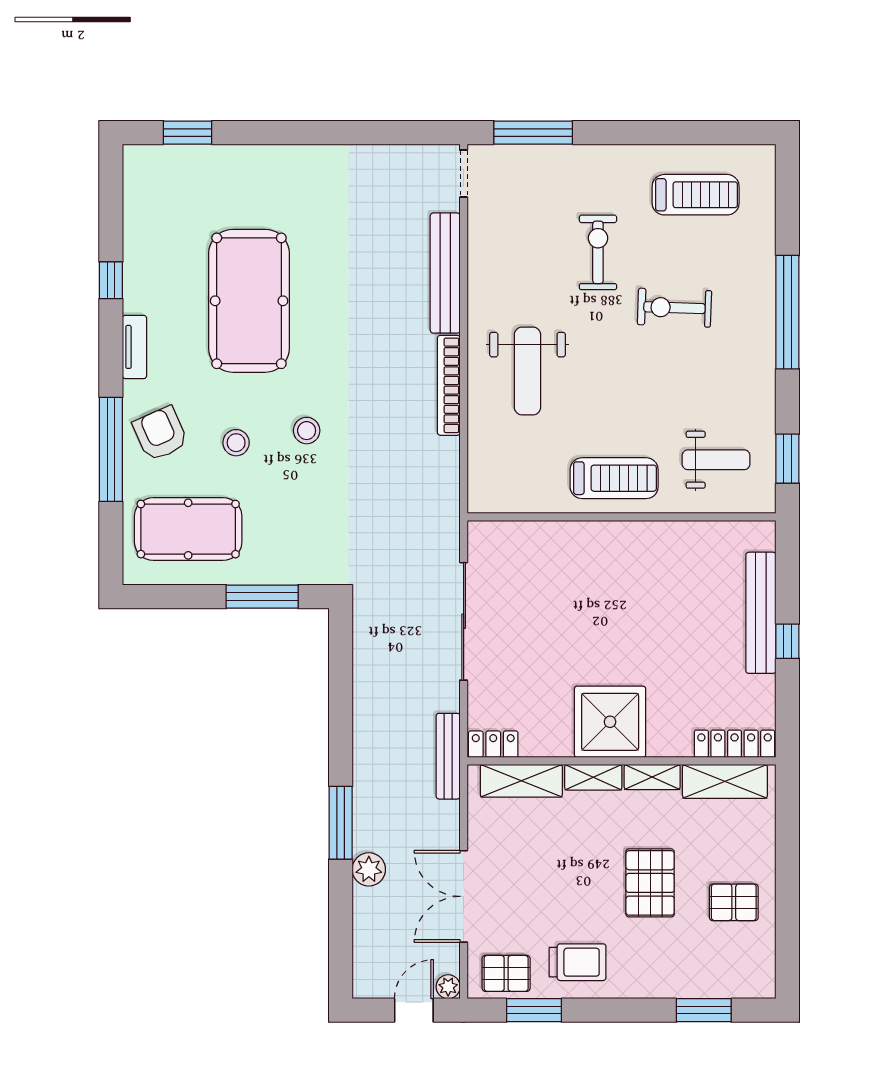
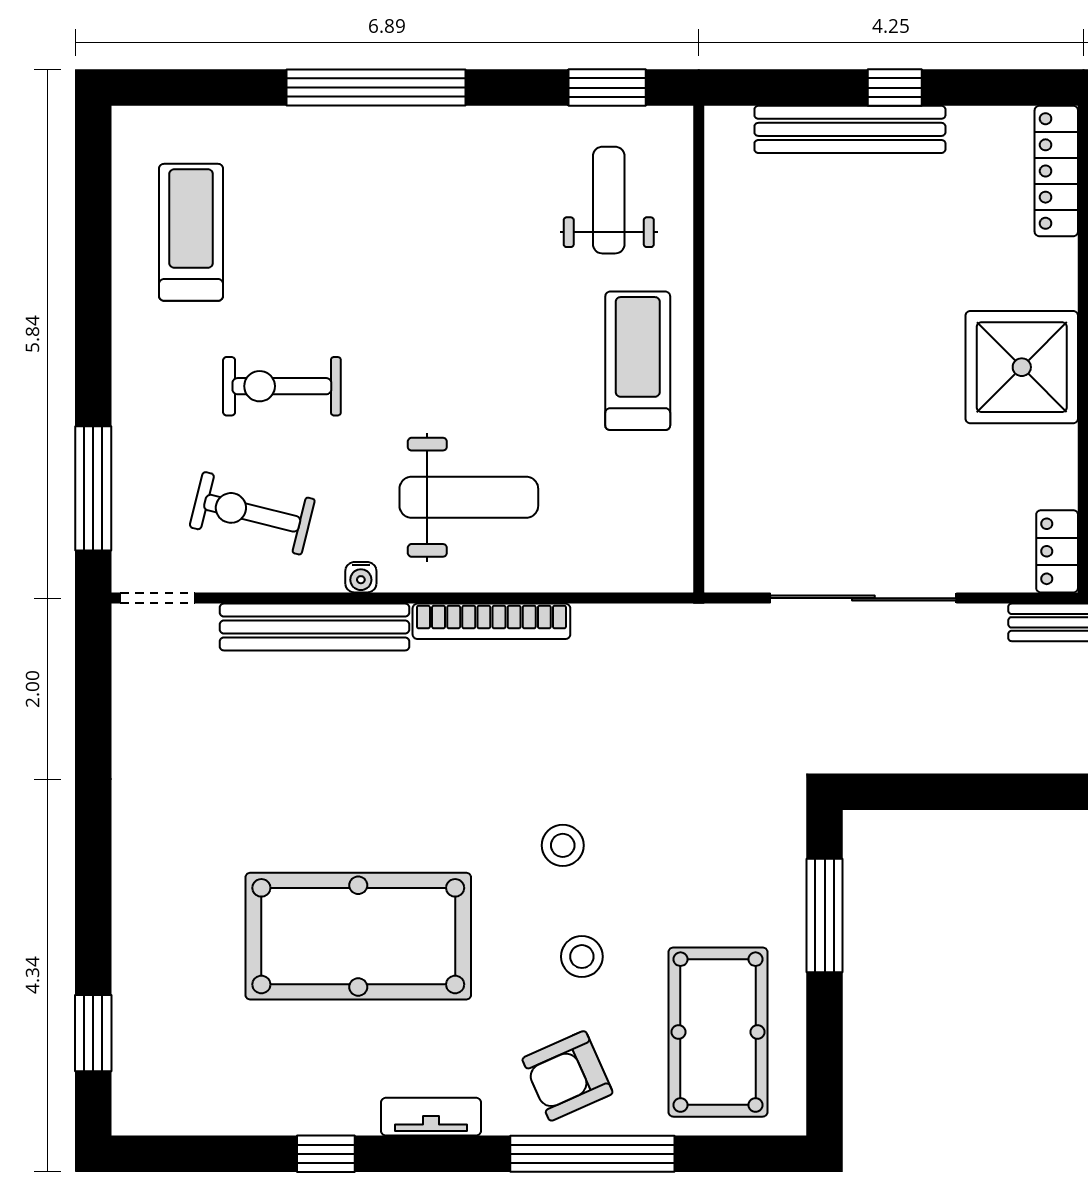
water cooler: (477, 302) -> (361, 577), added
exercise bike: (674, 308) -> (252, 513), moved, turned 102

